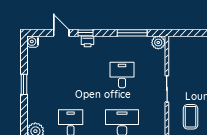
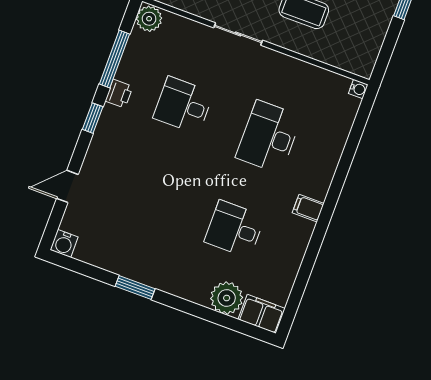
window: (86, 33) -> (93, 118), moved
printer: (88, 41) -> (119, 94), moved

